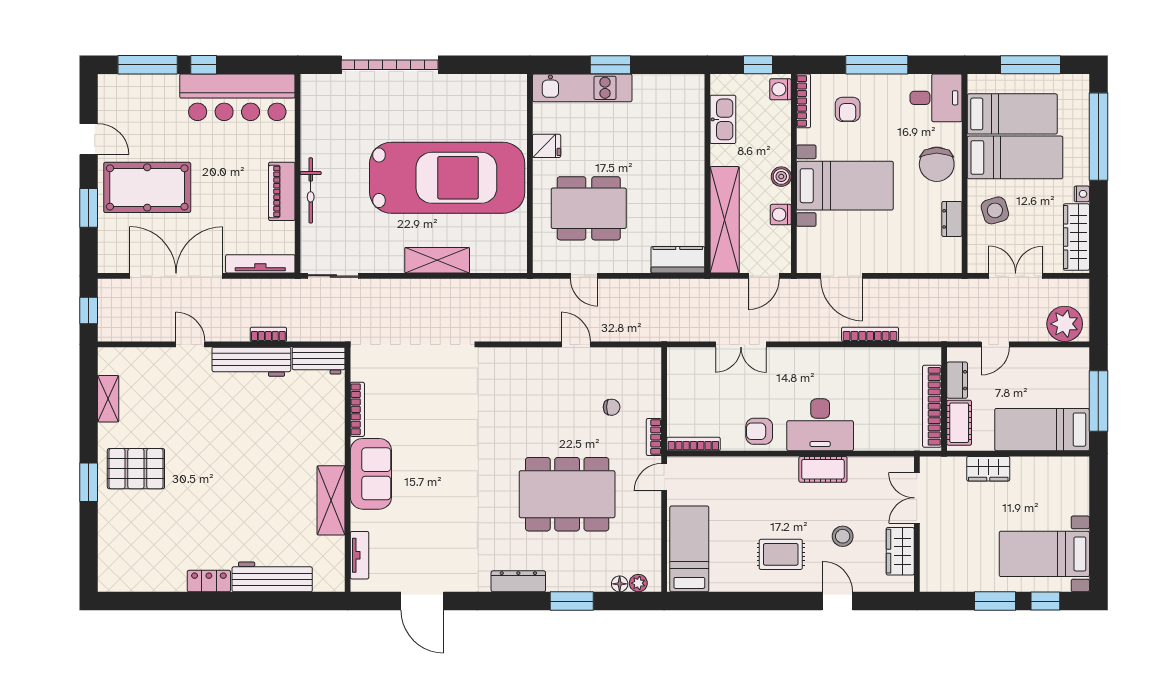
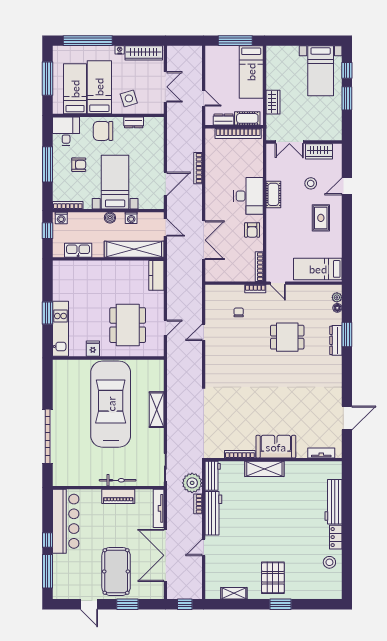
armchair: (848, 109) -> (79, 165), moved
door: (89, 139) -> (89, 604), swing flipped
chair: (937, 164) -> (103, 131), turned 180
double door: (1016, 276) -> (165, 87), swing flipped
plant: (1065, 324) -> (192, 483), moved
double door: (741, 344) -> (204, 240), width x1.37
dining table: (567, 494) -> (287, 337), width x0.53, depth x0.80
shelving: (331, 500) -> (264, 469), moved
stool: (164, 570) -> (329, 562), added
dresser: (518, 581) -> (336, 340), moved

